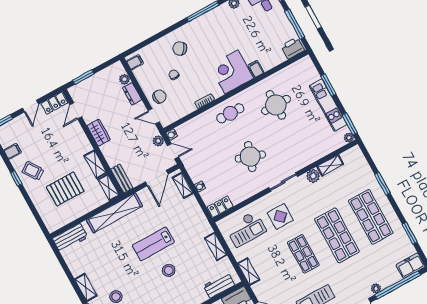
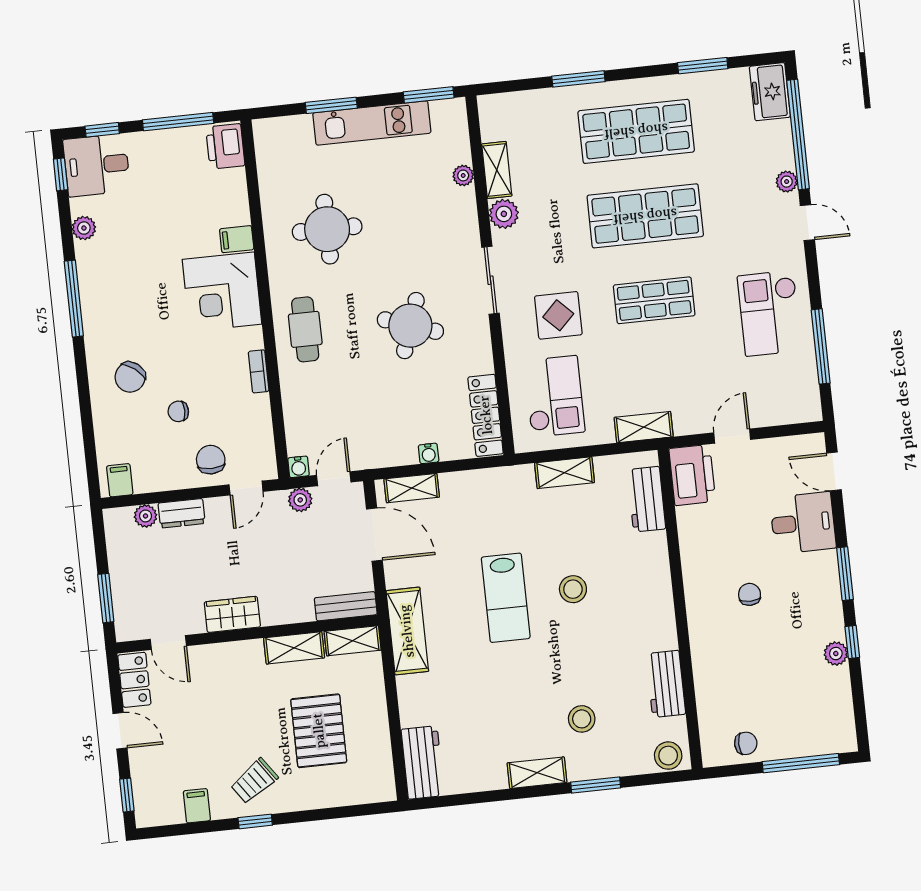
plant: (349, 138) -> (463, 175), moved
locker: (220, 207) -> (486, 415), width x1.53
shelving: (114, 213) -> (407, 631), width x0.68

